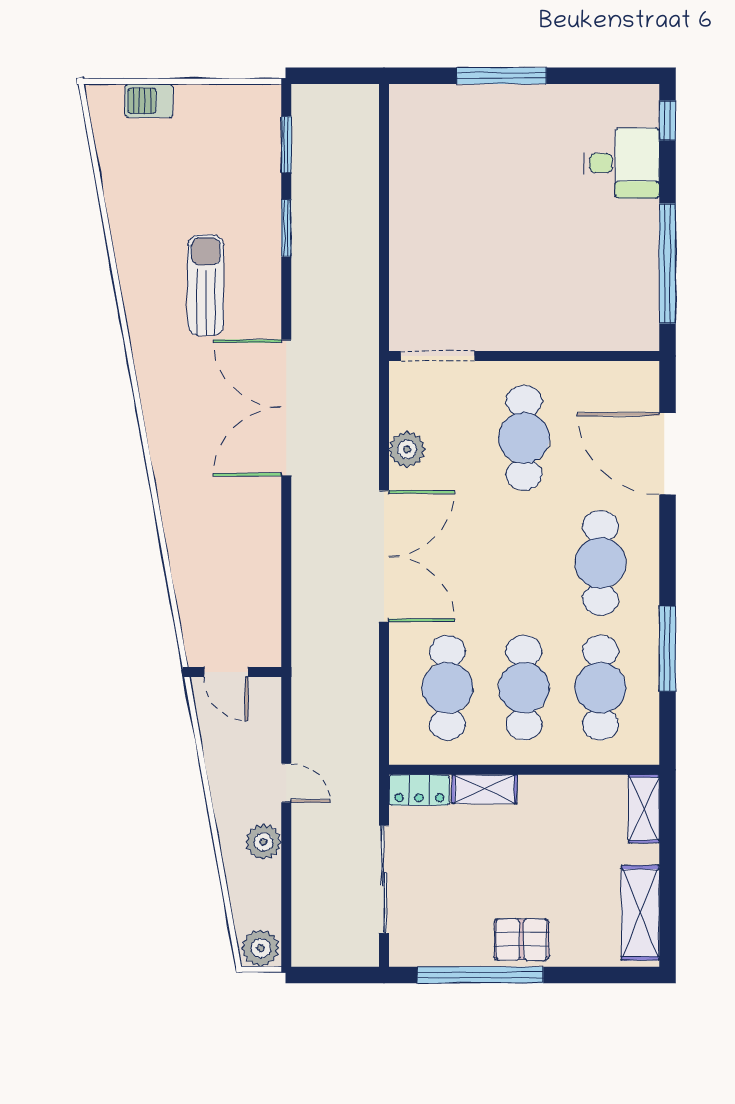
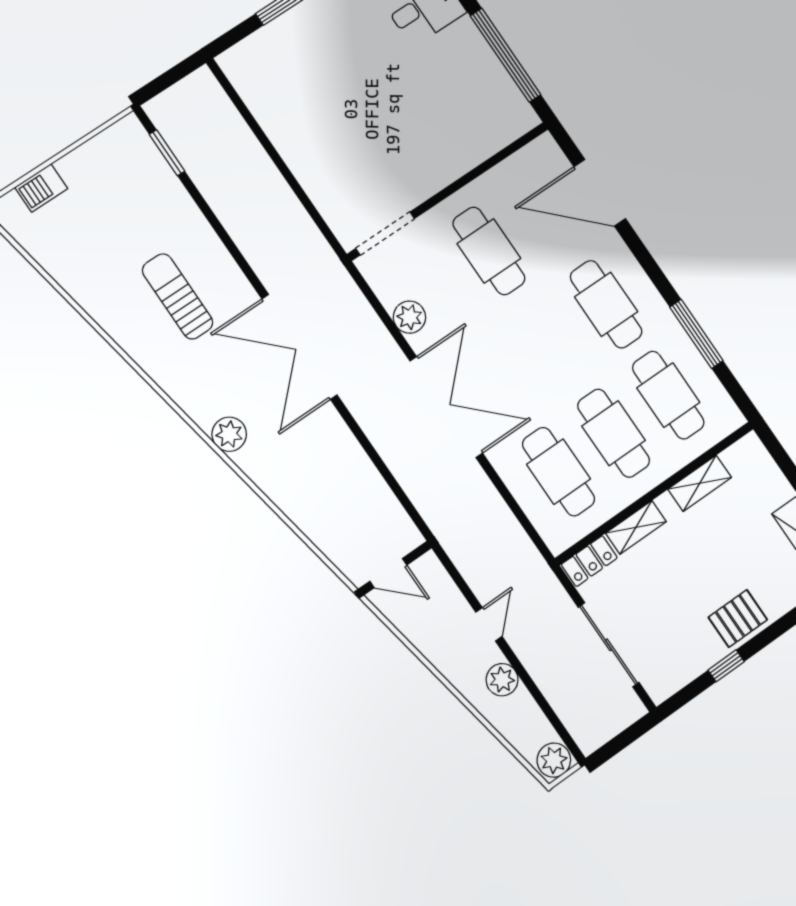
window: (286, 228) -> (209, 214), removed
plant: (167, 445) -> (229, 434), added
door: (286, 783) -> (489, 624), hinge flipped
shelving: (644, 809) -> (700, 483), moved, turned 90
window: (480, 975) -> (726, 666), width x0.32

